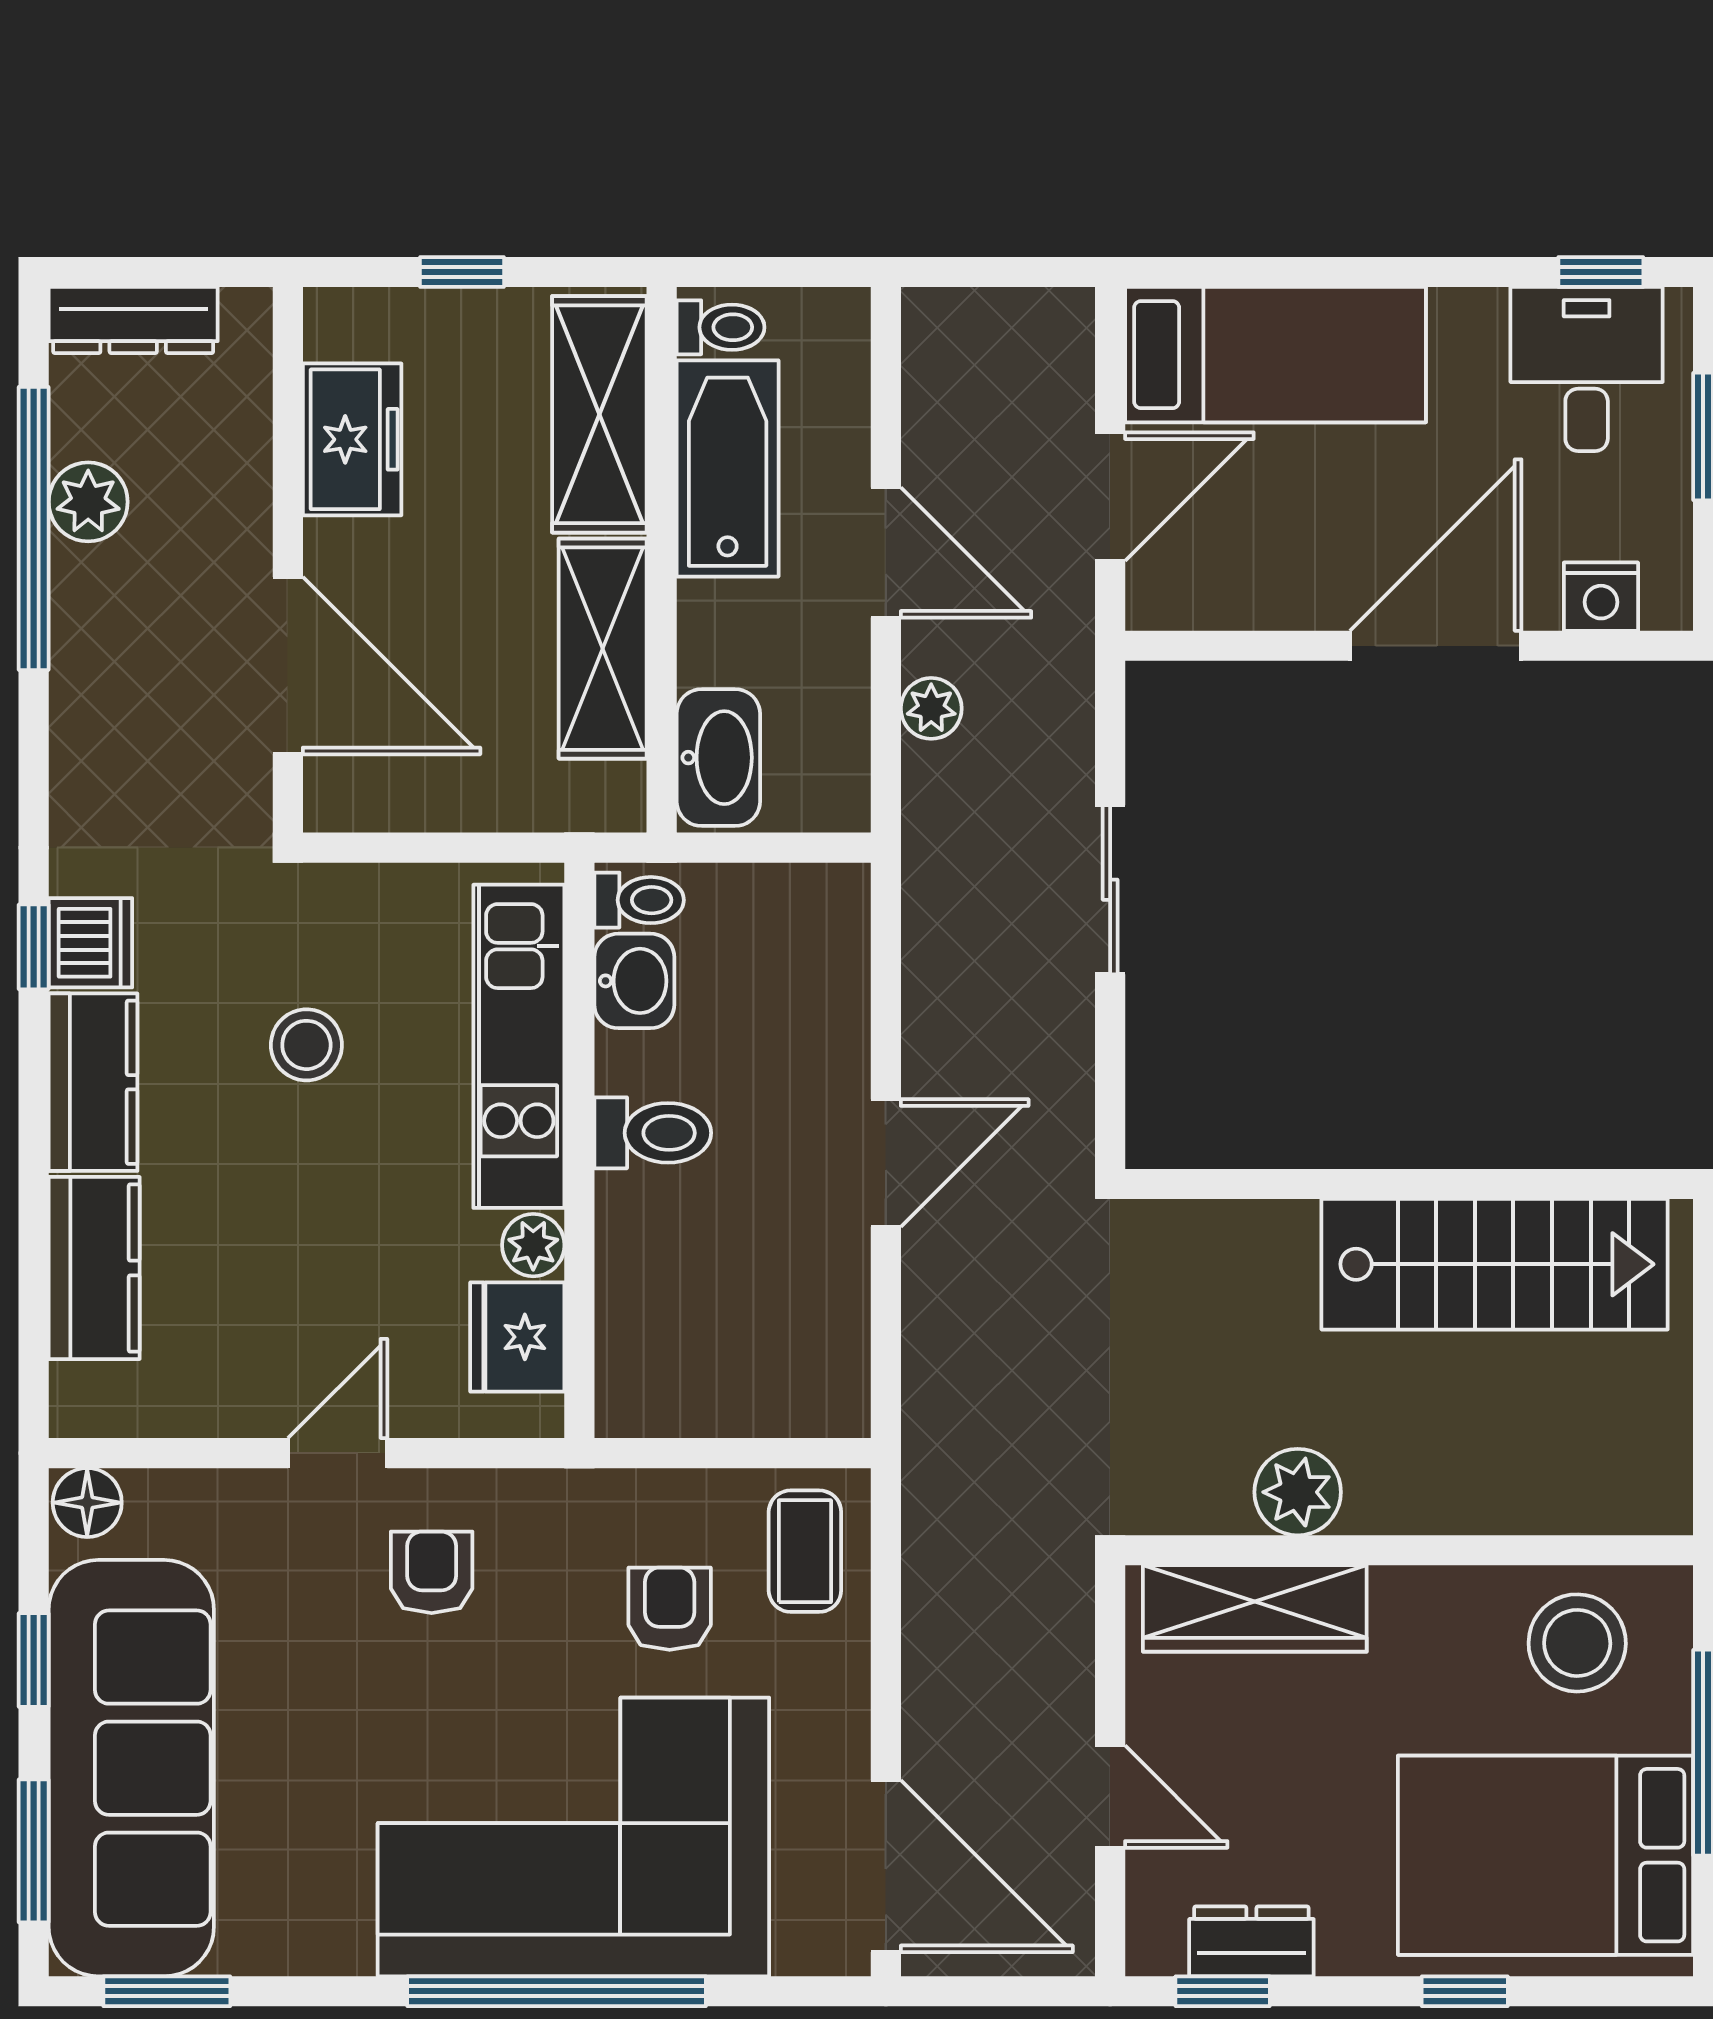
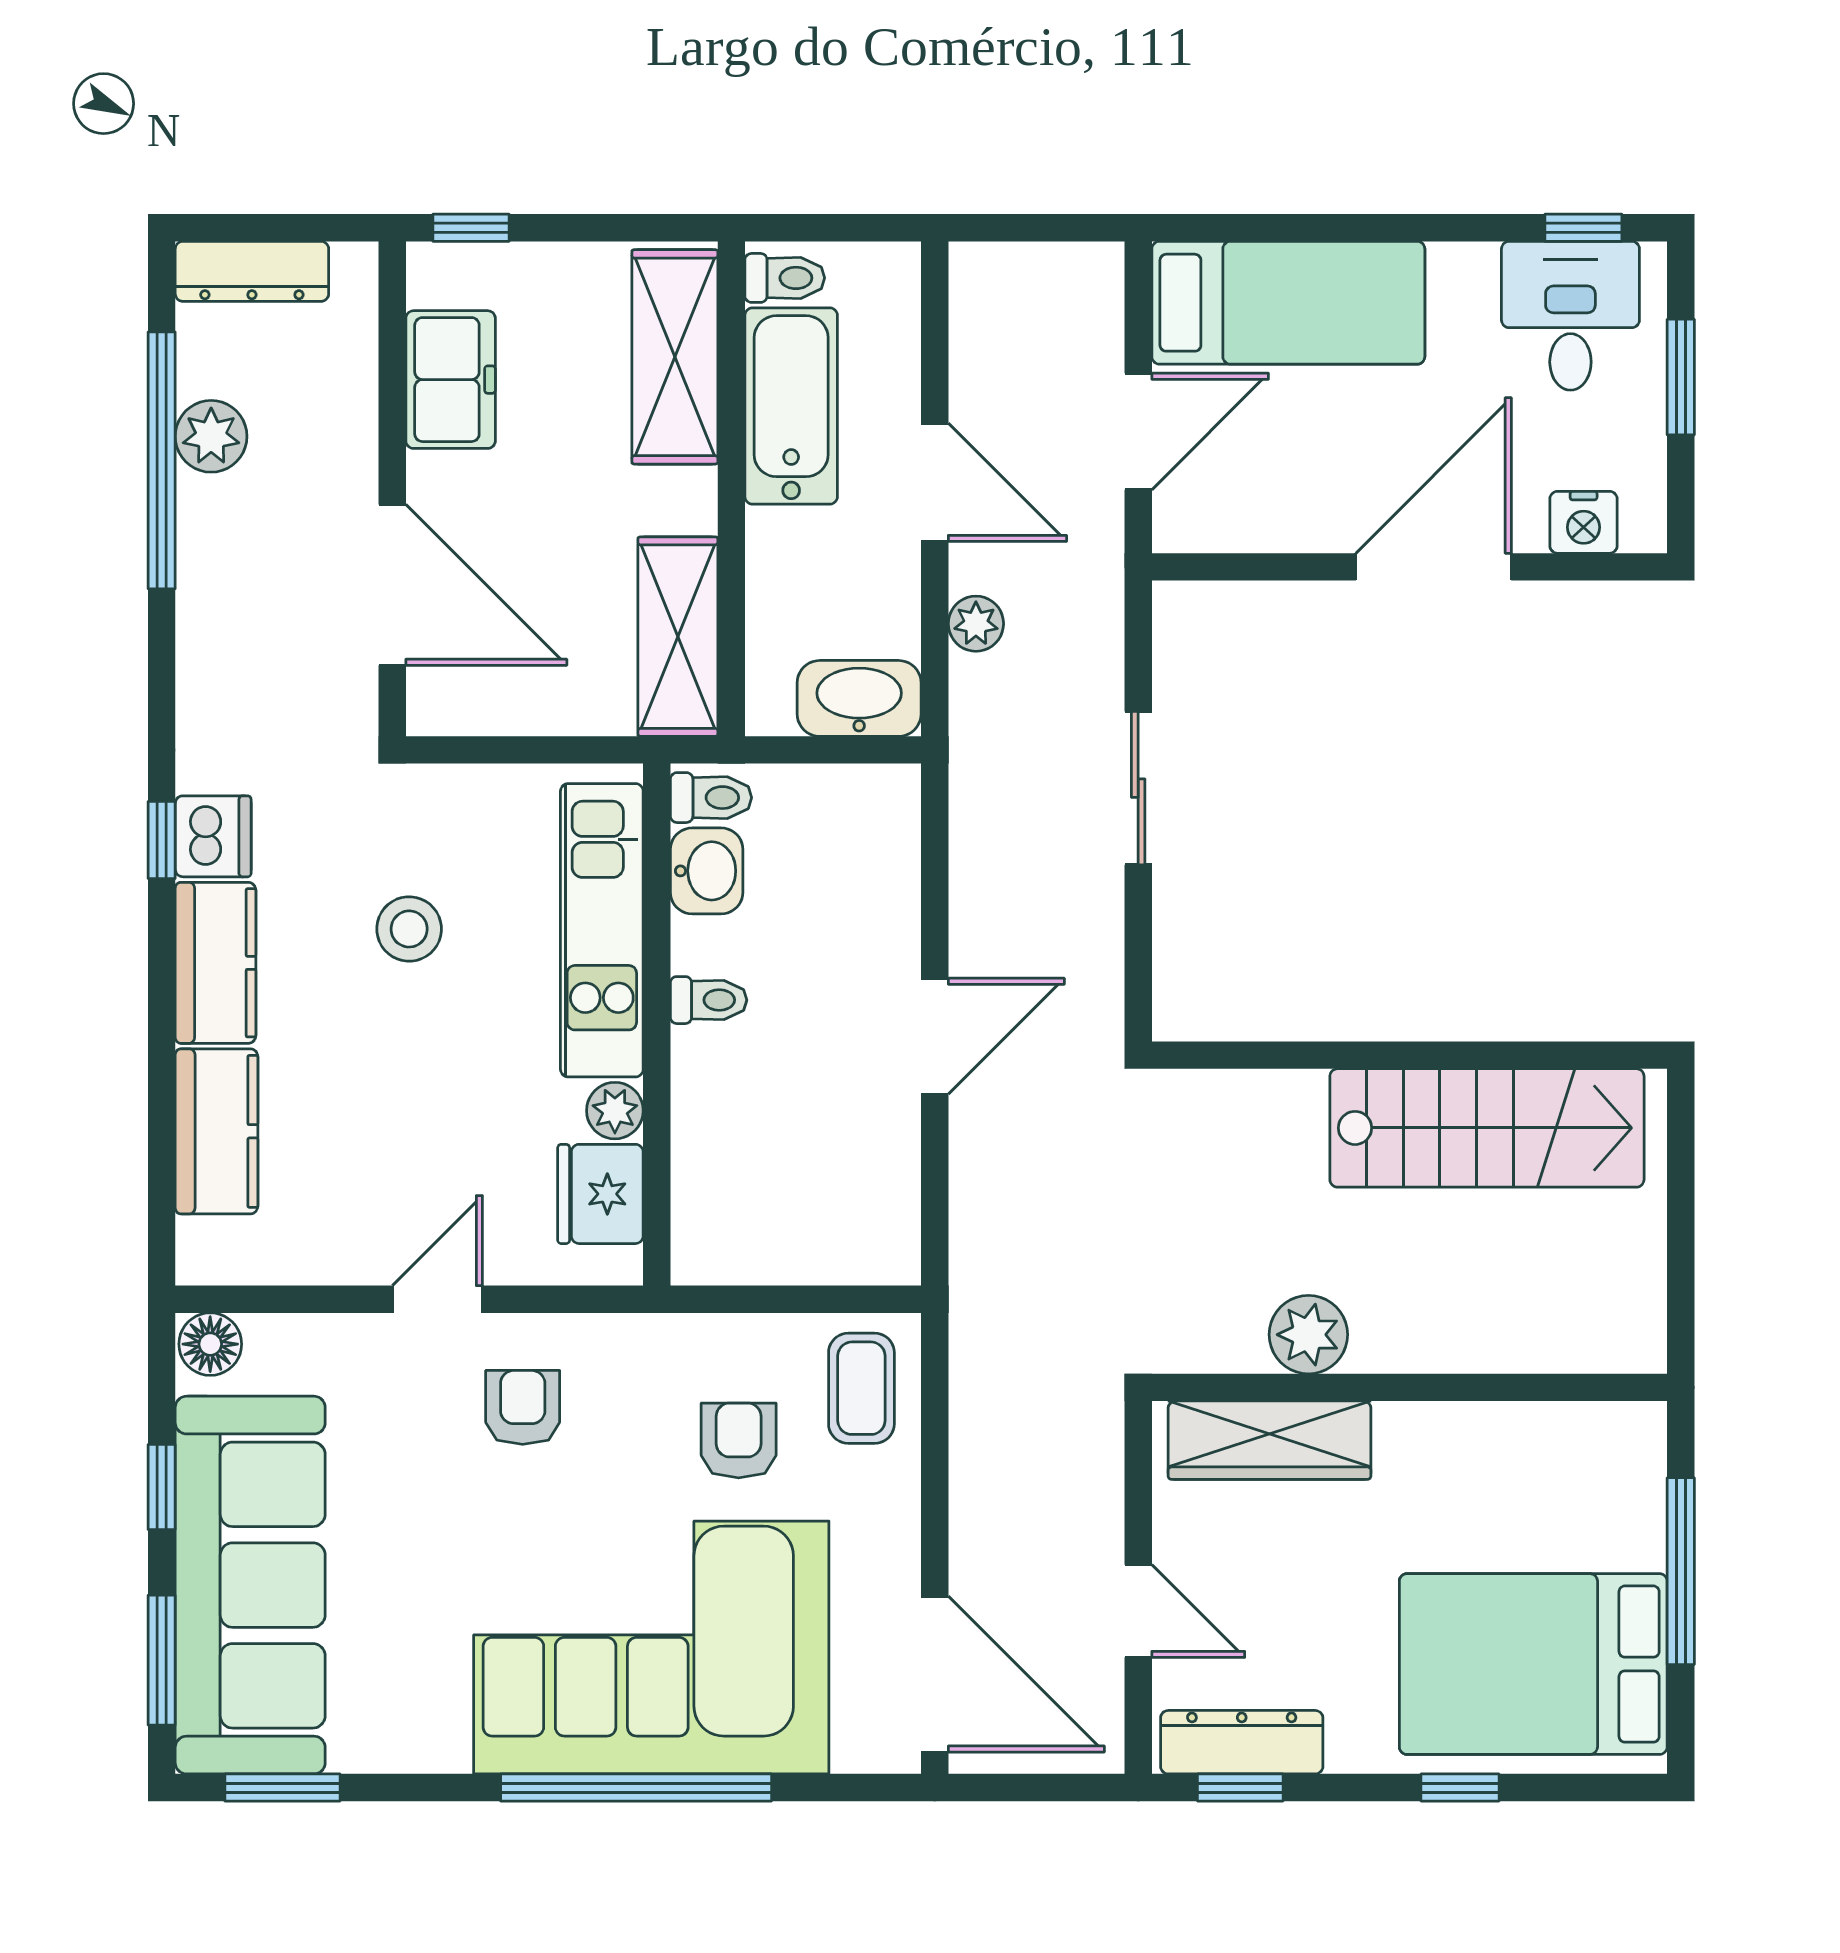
window: (462, 272) -> (471, 228), moved
shelving: (603, 649) -> (678, 637), moved
washbasin: (718, 758) -> (859, 698), moved, turned -90
toilet: (653, 1133) -> (709, 1000), width x0.73, depth x0.72
stool: (1577, 1643) -> (1562, 1472), removed
dresser: (1251, 1941) -> (1242, 1742), width x1.44

